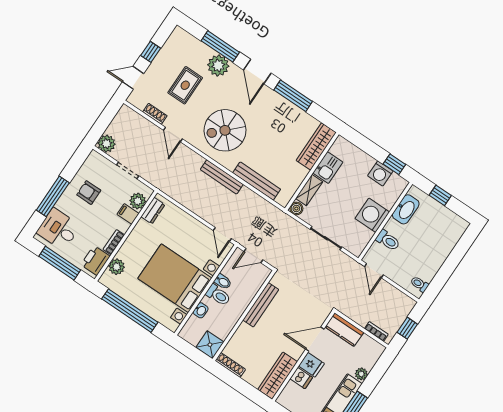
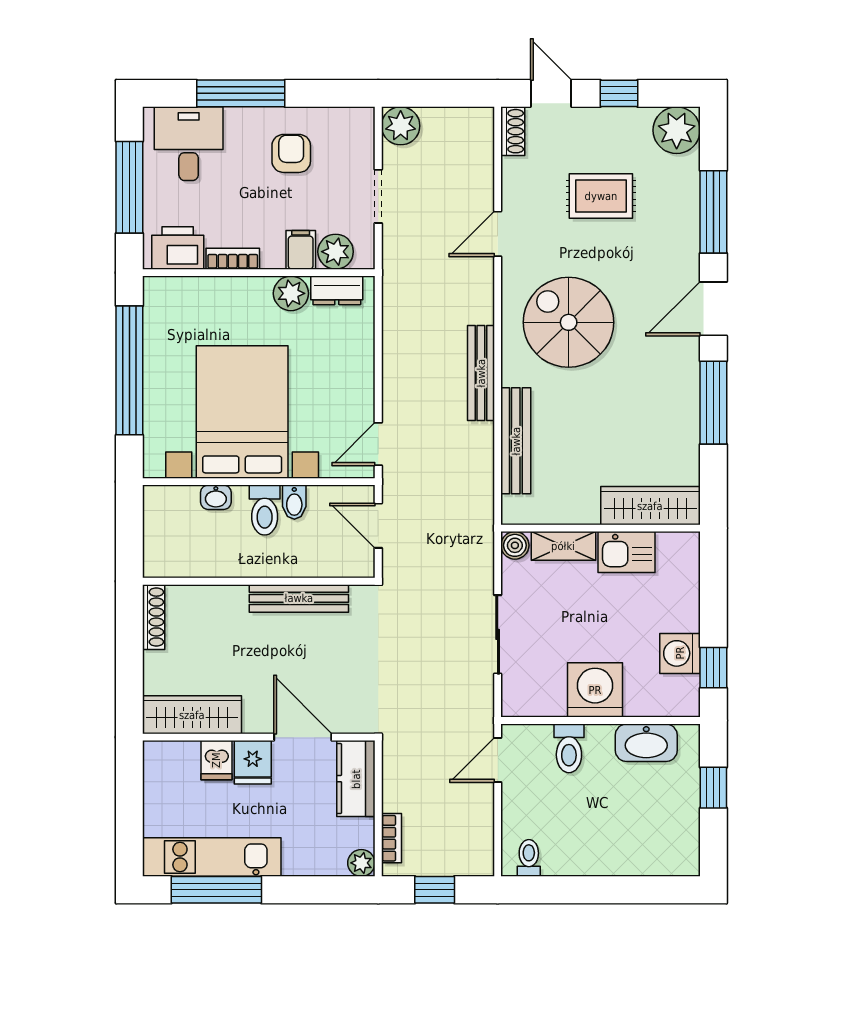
plant: (218, 66) -> (677, 130), moved
shoe rack: (155, 114) -> (513, 131), moved
plant: (117, 267) -> (291, 293), moved
shower: (210, 345) -> (166, 556), removed
plant: (361, 374) -> (361, 863), moved

